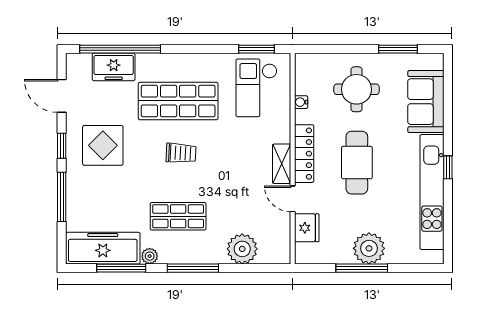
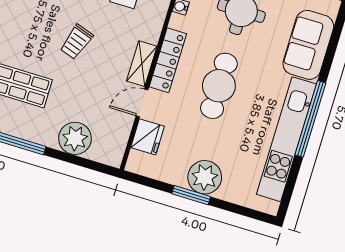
trolley: (181, 153) -> (76, 42), moved, turned 106
window: (448, 167) -> (310, 119), width x3.17
door: (293, 199) -> (142, 103), hinge flipped
window: (362, 268) -> (191, 195), width x0.69

